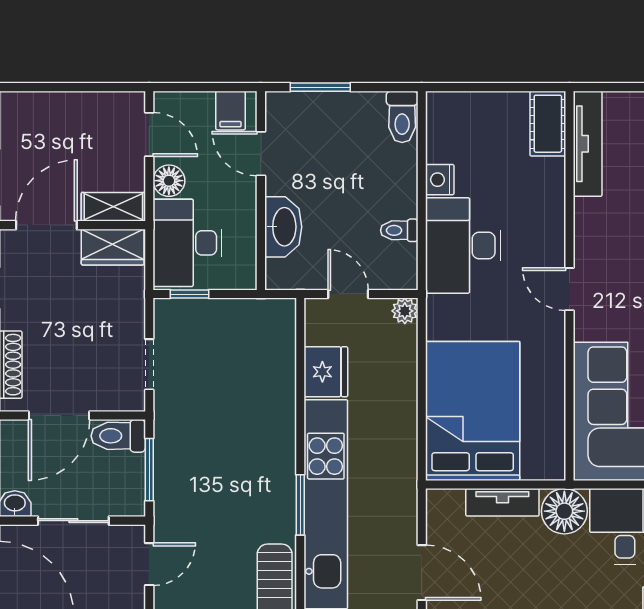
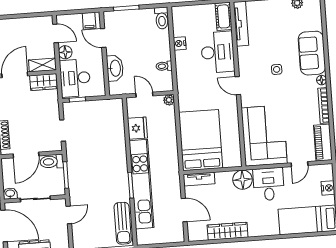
desk: (463, 245) -> (218, 52), moved, turned 180
tv unit: (502, 502) -> (199, 179), moved

